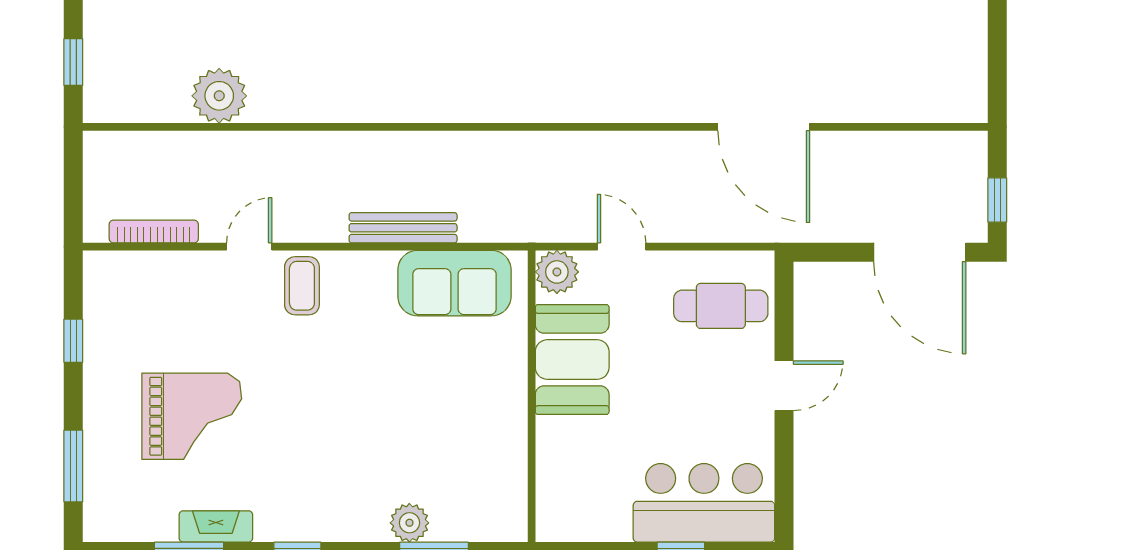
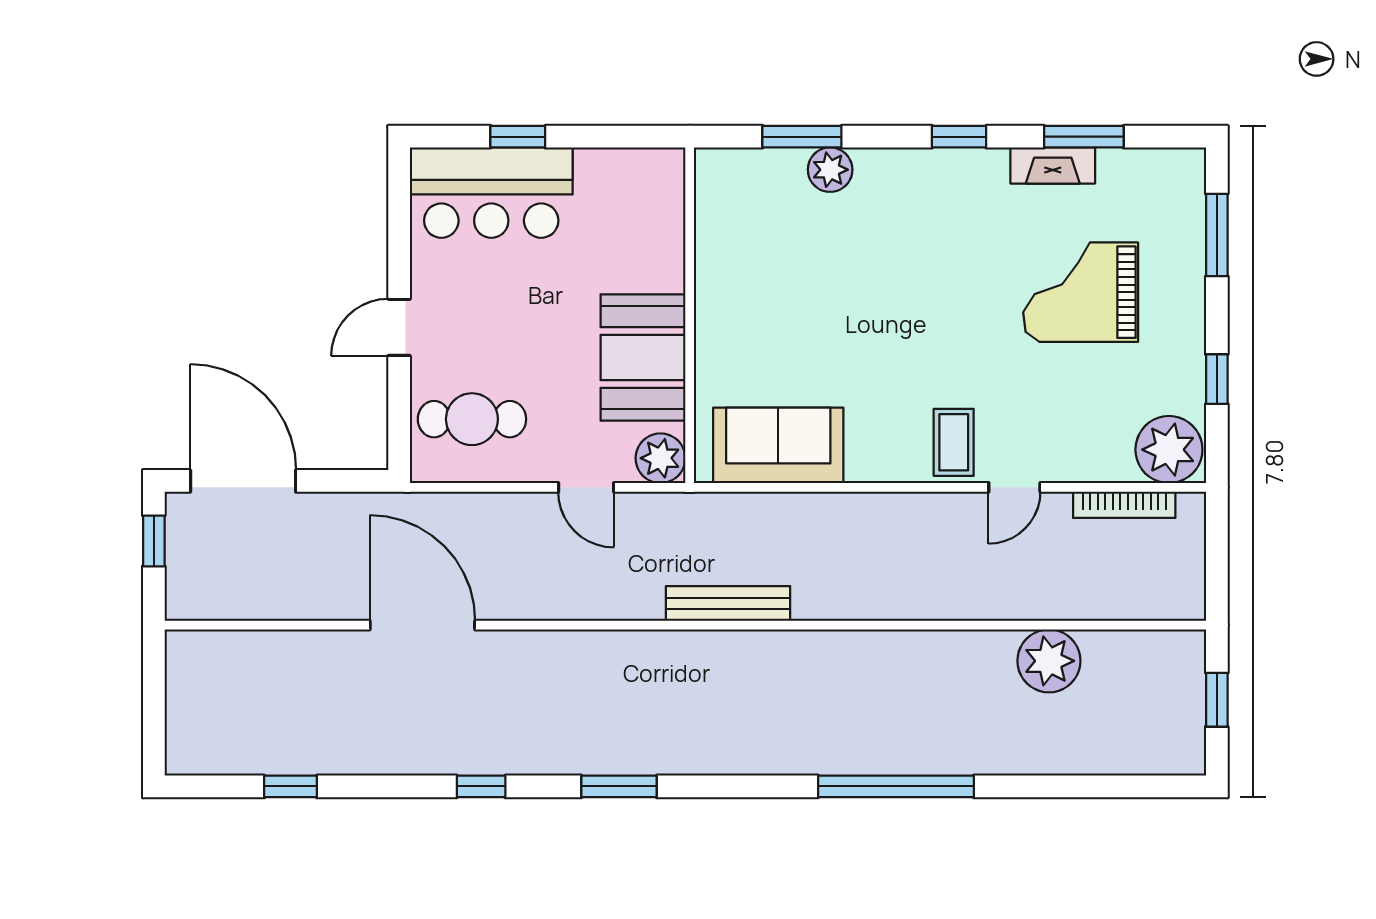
bench: (403, 228) -> (728, 603), moved
plant: (115, 280) -> (1169, 450), added

